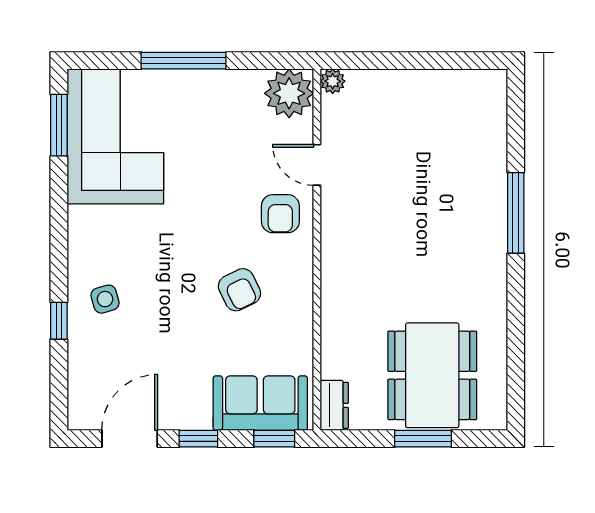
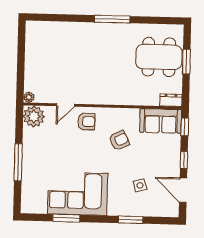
window: (59, 125) -> (66, 218), moved
corner sofa: (115, 136) -> (78, 194), moved
window: (516, 213) -> (112, 19), moved
side table: (105, 299) -> (140, 185), moved
window: (59, 321) -> (131, 220), width x1.50
sofa: (260, 403) -> (161, 121), moved, turned -90

